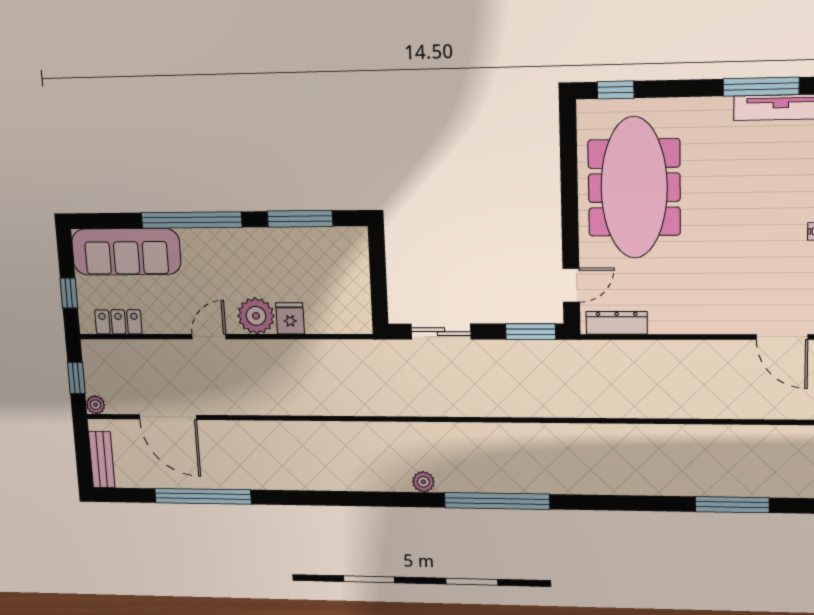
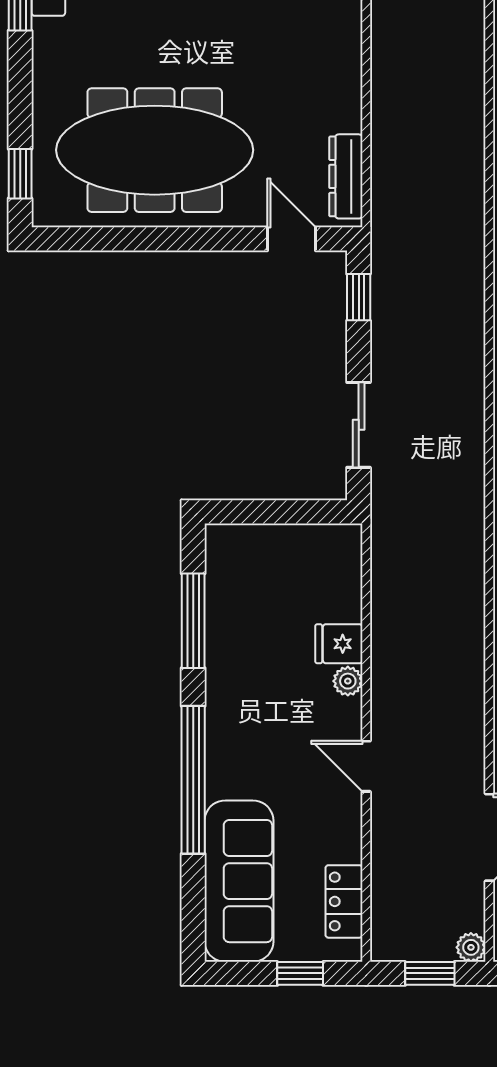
plant: (256, 316) -> (348, 681), width x0.53, depth x0.53
window: (531, 332) -> (359, 297), width x0.67

